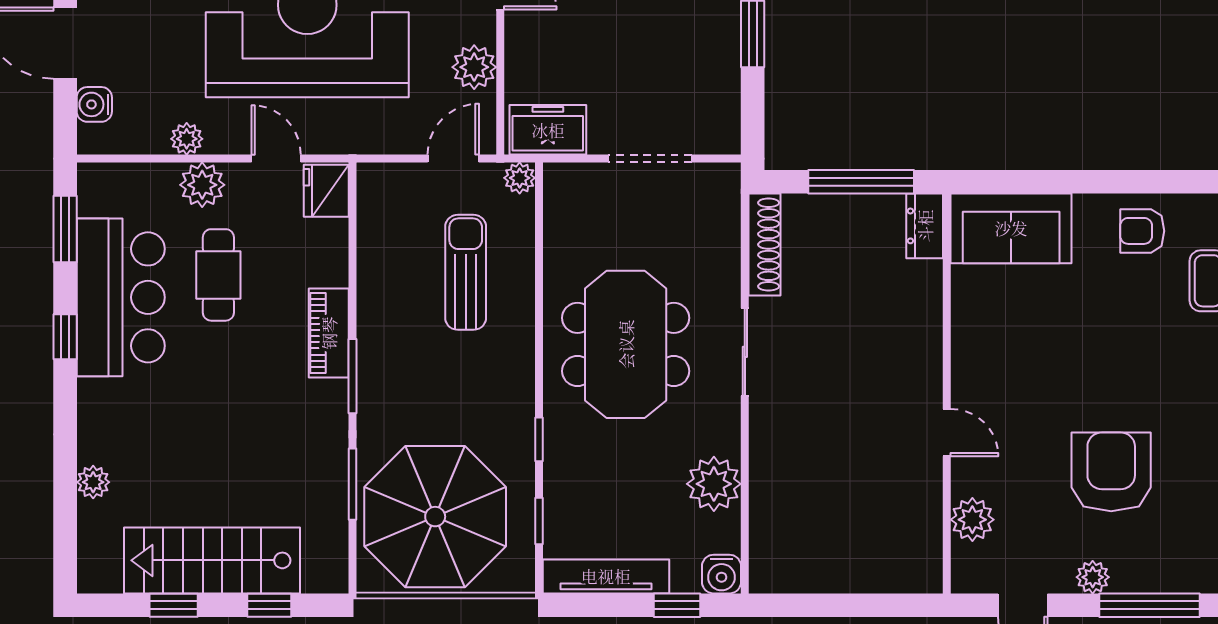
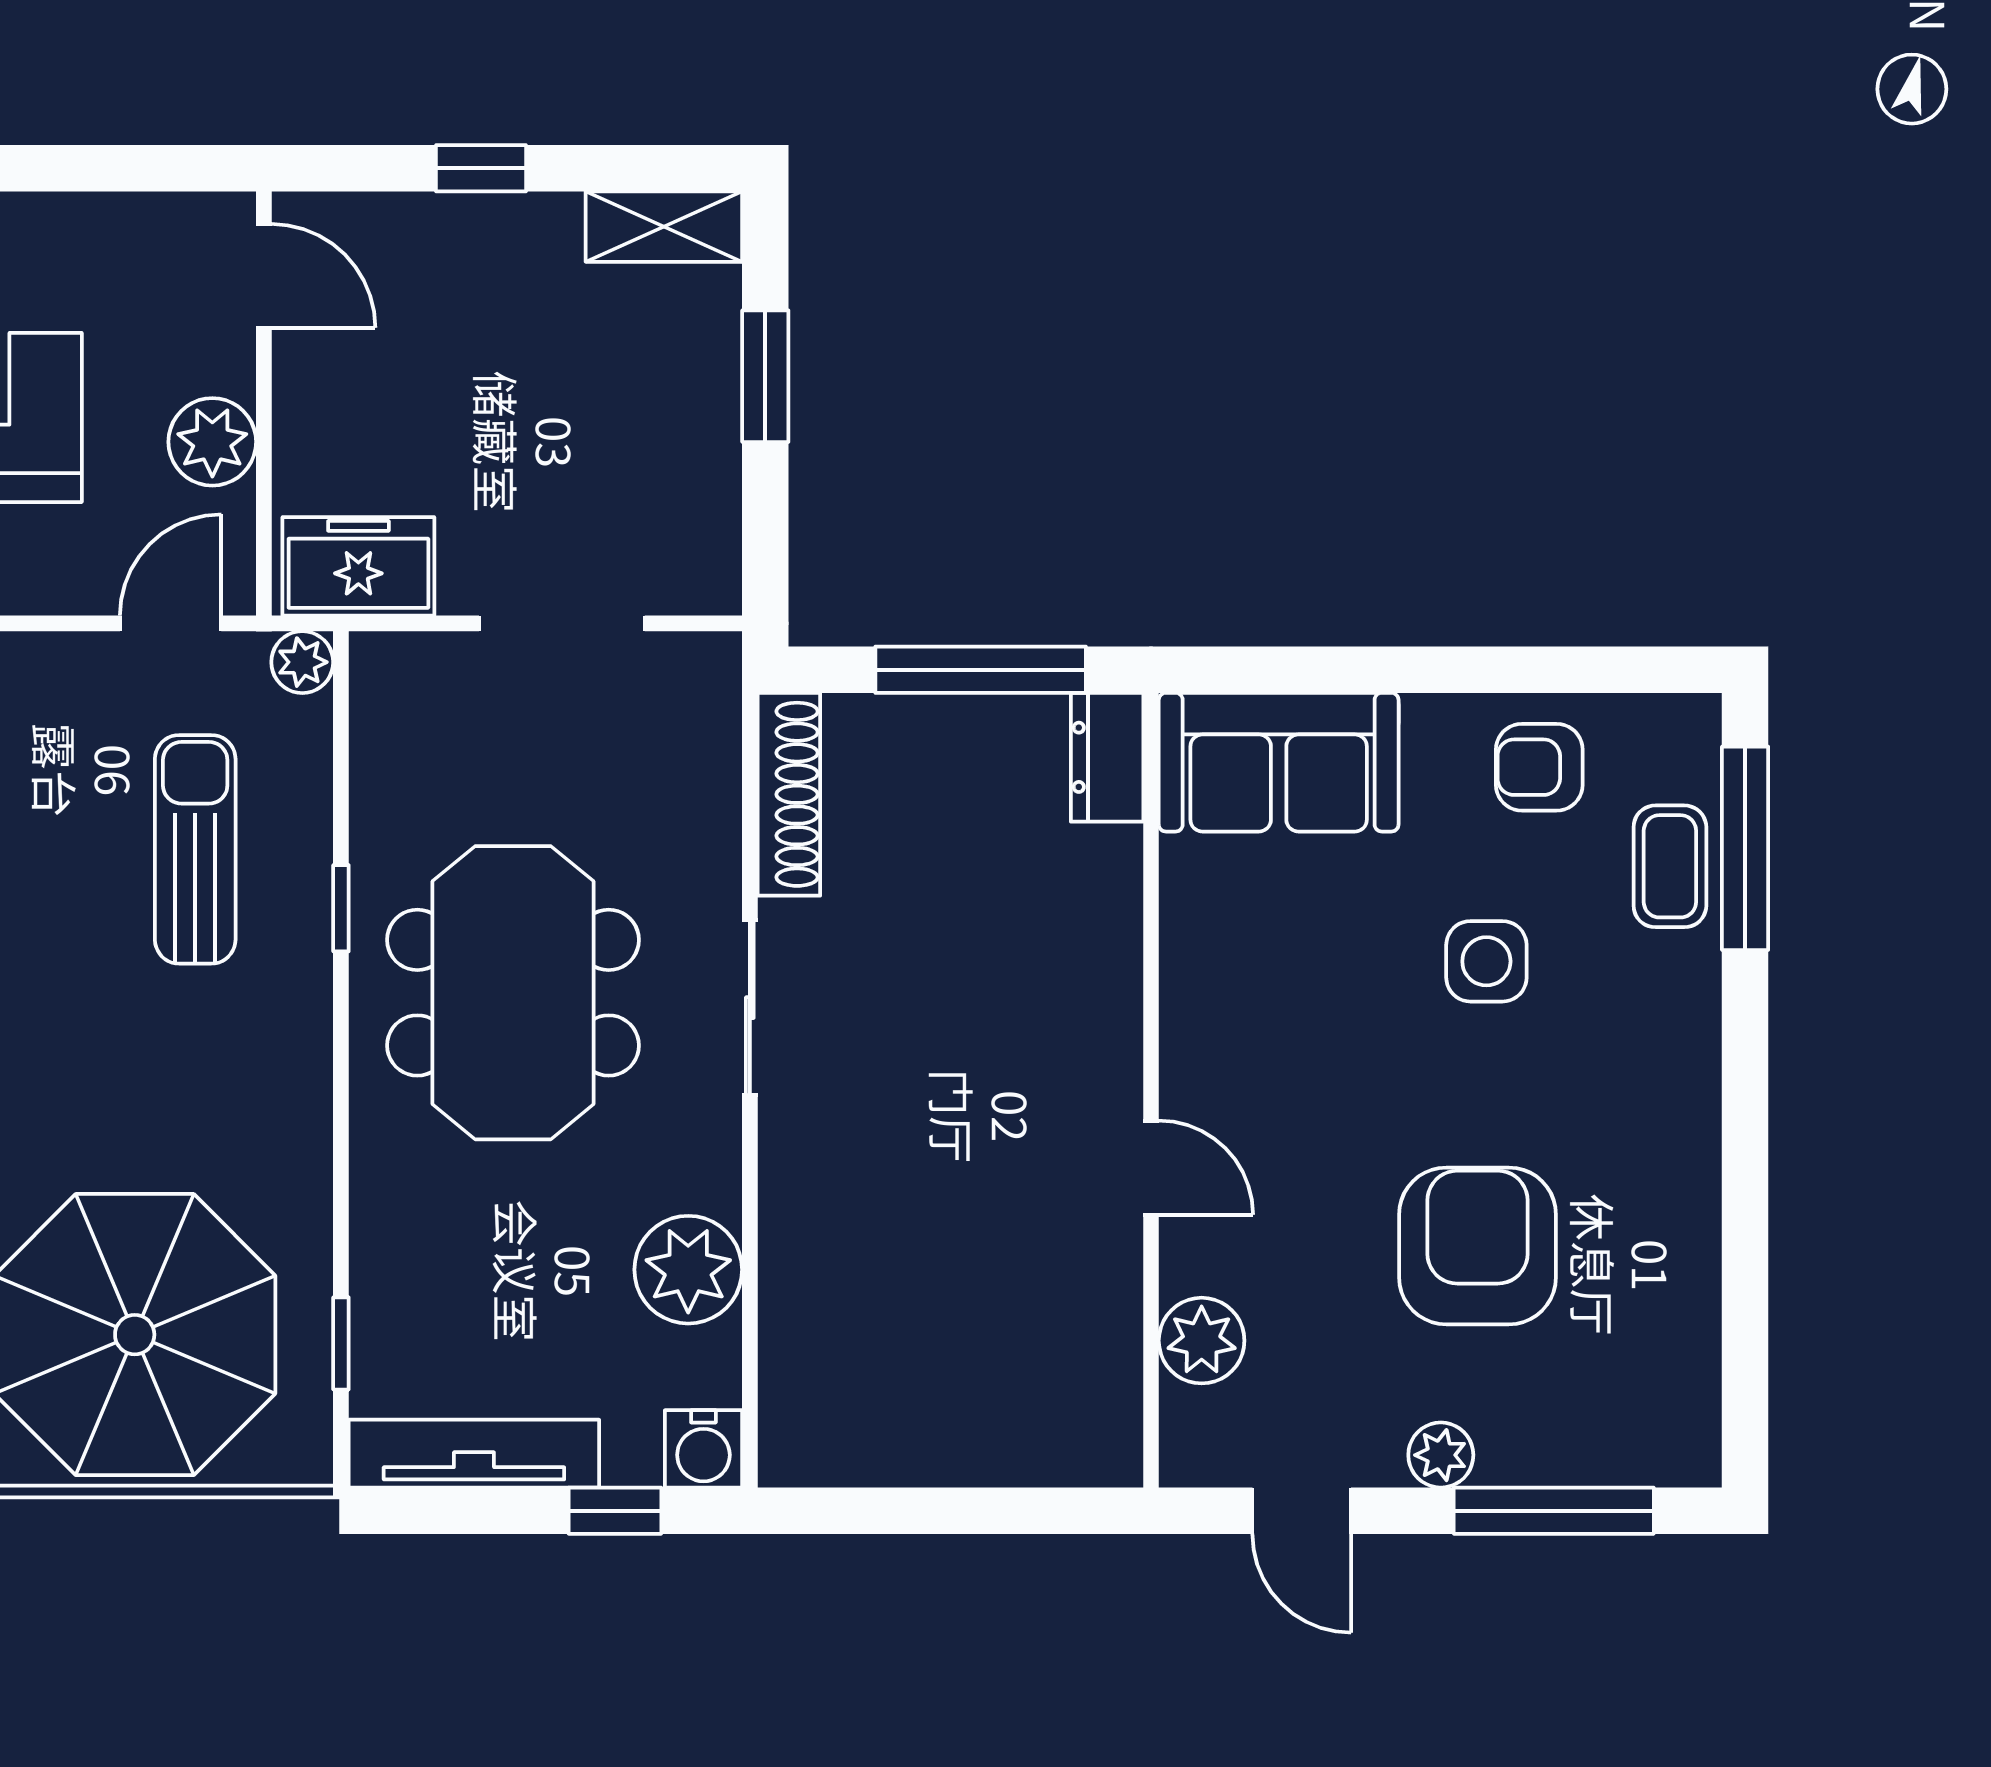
side table: (1116, 329) -> (1486, 961), added
window: (539, 439) -> (341, 908), moved

